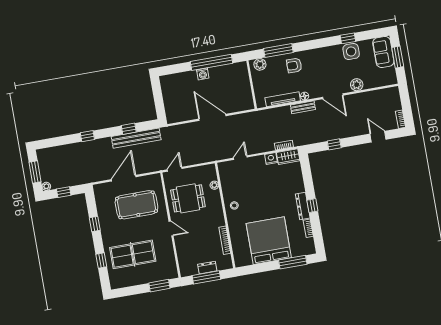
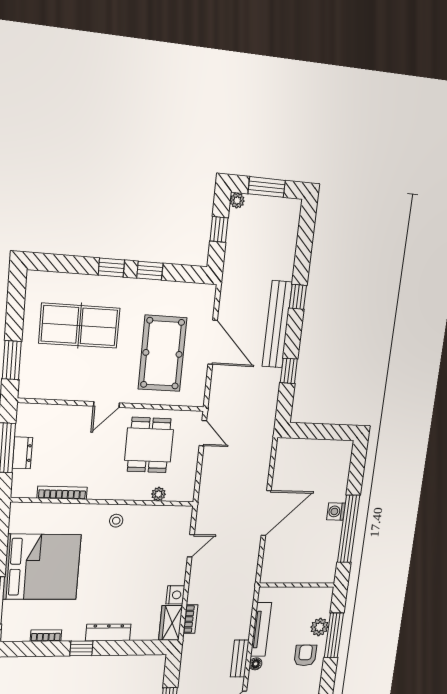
plant: (260, 64) -> (319, 627), moved
bench: (136, 138) -> (277, 324), moved
door: (240, 158) -> (191, 546), hinge flipped
dresser: (303, 206) -> (108, 632), moved
table tennis table: (133, 254) -> (79, 326), turned 90
window: (101, 261) -> (111, 268), moved

